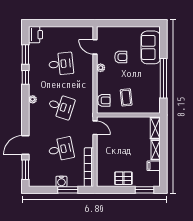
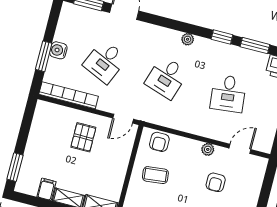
desk: (61, 149) -> (105, 62), turned 36
pallet: (123, 178) -> (83, 137), moved

